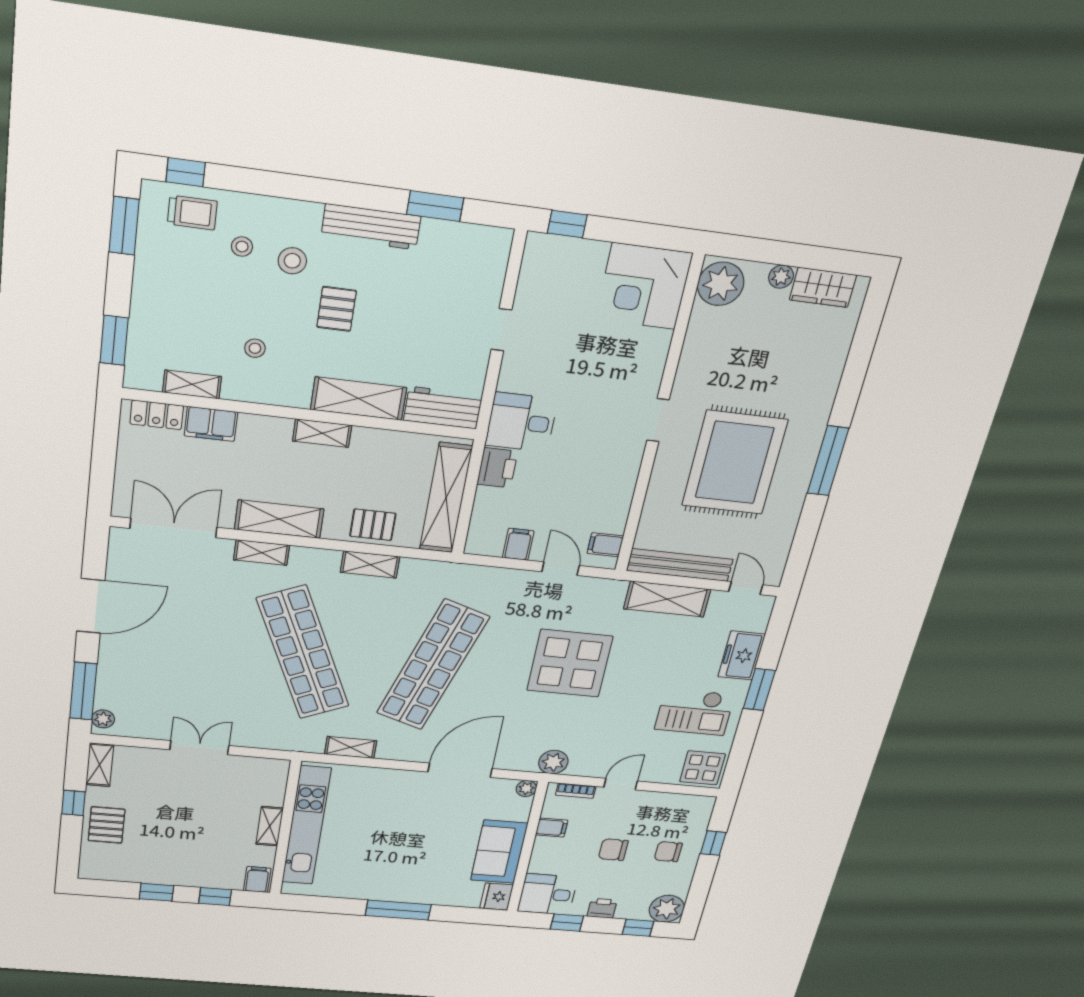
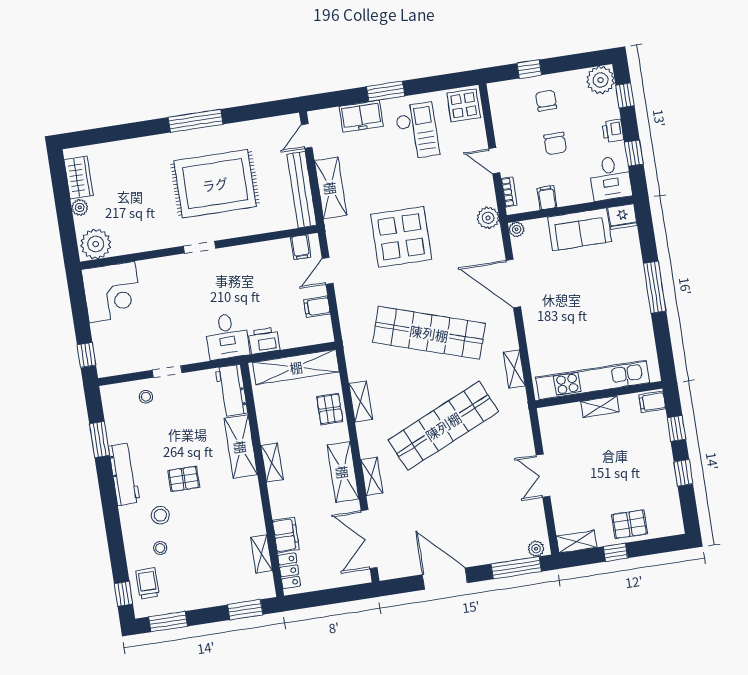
stool: (255, 348) -> (146, 397), moved
chair: (668, 852) -> (546, 101), turned 180

